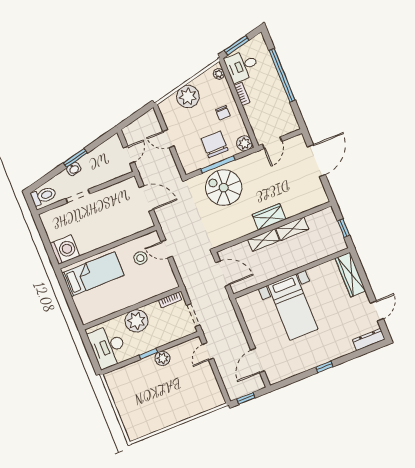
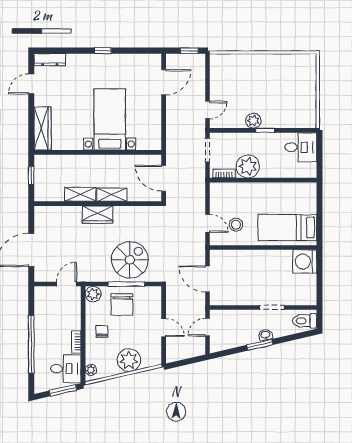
spiral stairs: (224, 188) -> (130, 260), turned -90
plant: (136, 321) -> (248, 166), moved
desk: (108, 347) -> (301, 147), width x0.73

